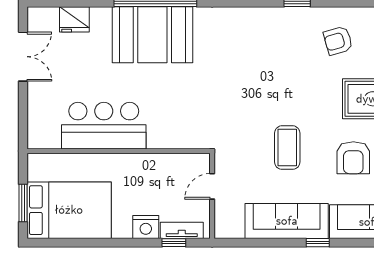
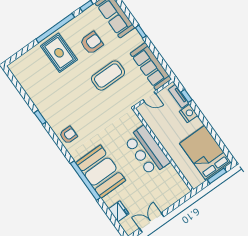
armchair: (338, 41) -> (68, 135), moved, turned -74
bar counter: (104, 126) -> (147, 151), moved
coffee table: (287, 148) -> (108, 76), width x1.36, depth x1.32
sofa: (287, 221) -> (151, 66), moved

